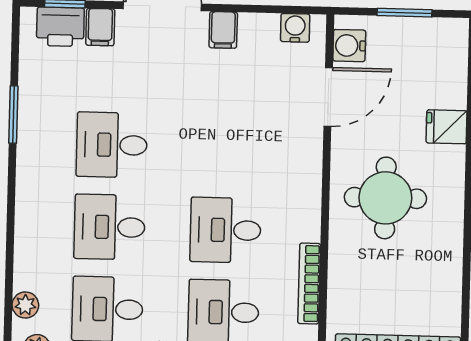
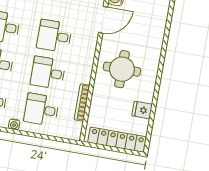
fridge: (447, 127) -> (142, 110), moved
desk: (228, 148) -> (54, 36), added

